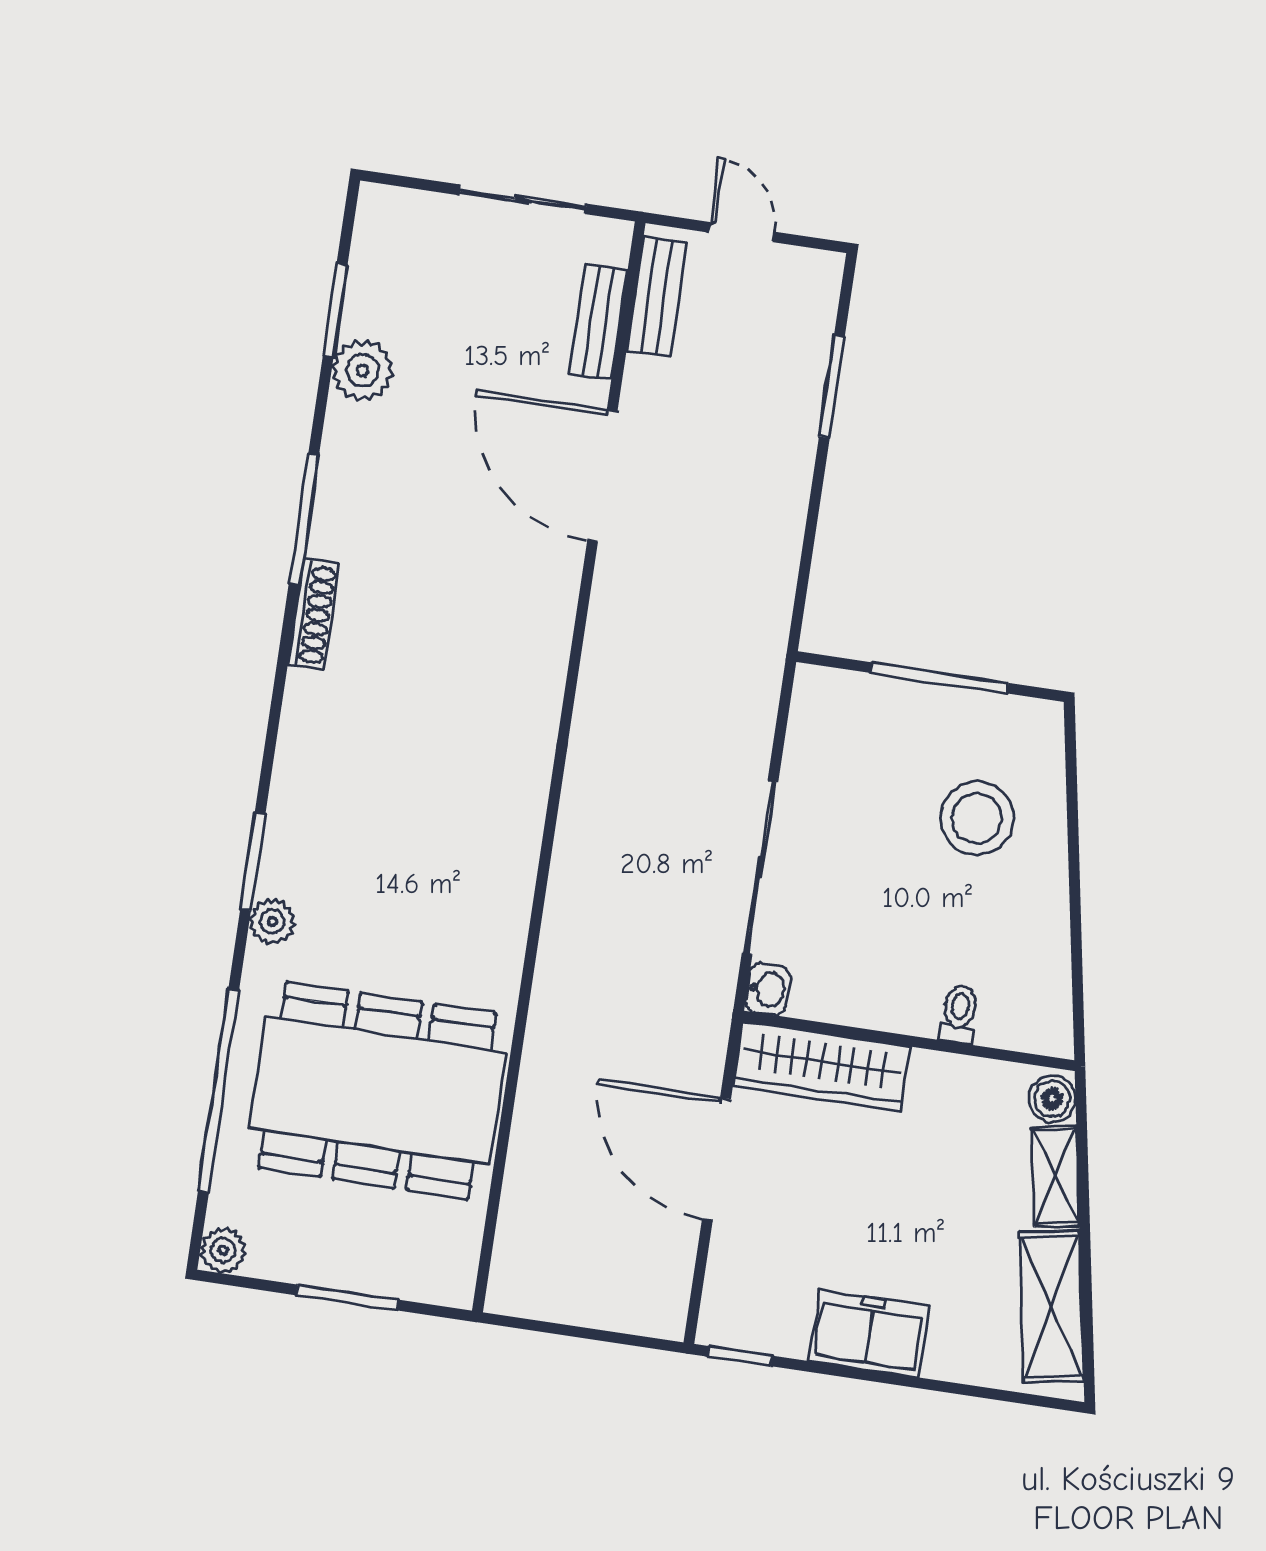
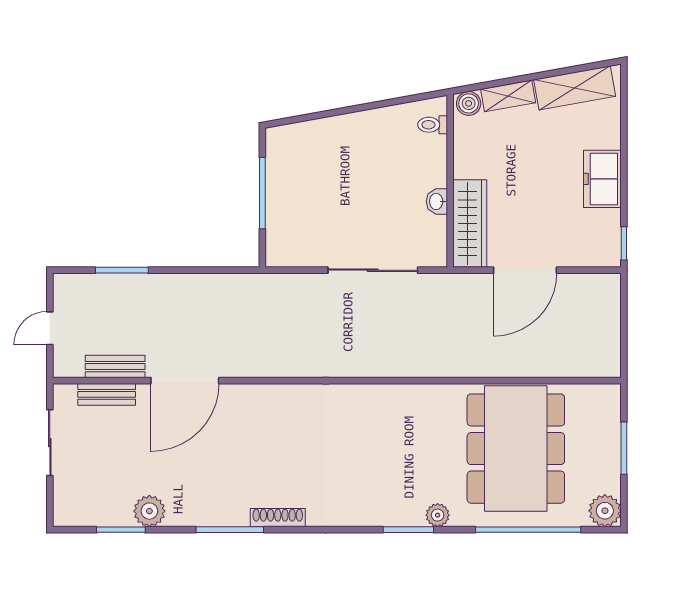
bench: (657, 297) -> (115, 367), moved
stool: (977, 818) -> (331, 163), removed
washbasin: (768, 989) -> (437, 201), moved, turned -90
toilet: (959, 1014) -> (433, 125), moved
plant: (223, 1250) -> (605, 511), width x1.38, depth x1.38

